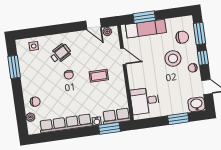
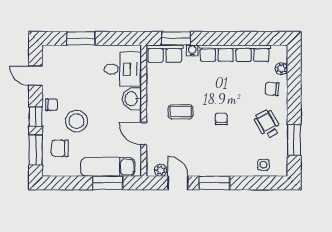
window: (67, 28) -> (214, 183), added
wheelchair: (60, 53) -> (267, 124), moved, turned 91
washbasin: (196, 104) -> (132, 99), moved, turned 90

